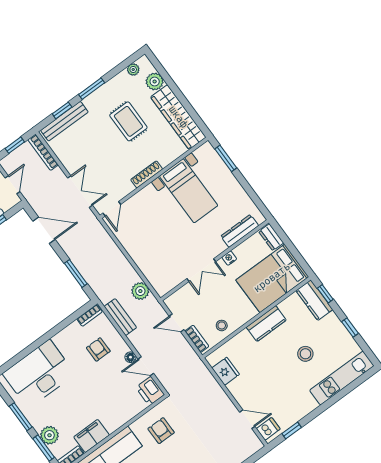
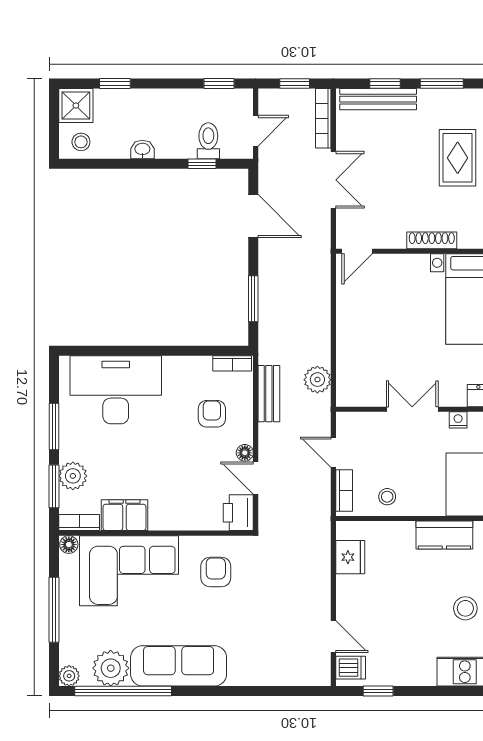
double door: (80, 192) -> (333, 180), moved
double door: (201, 270) -> (412, 409), swing flipped

